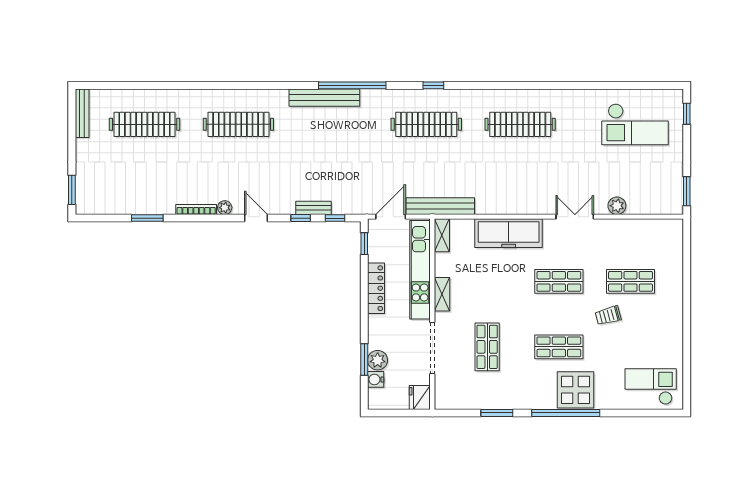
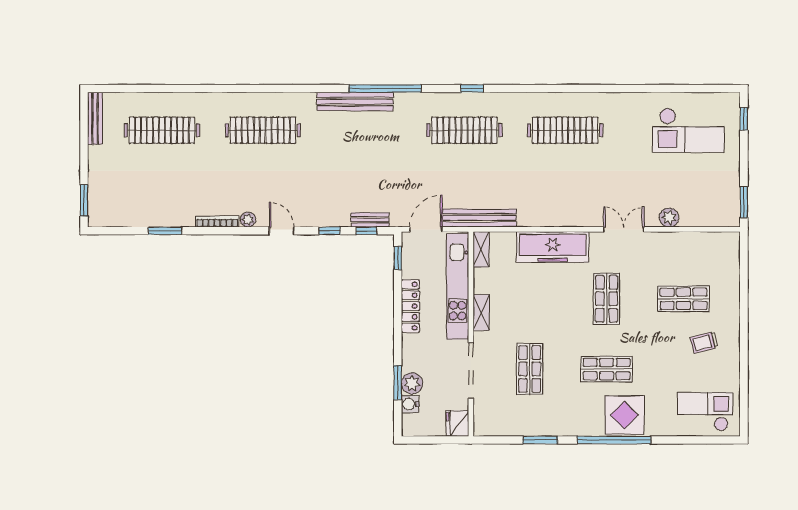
bench: (313, 208) -> (370, 220), moved
shop shelf: (559, 281) -> (607, 299), turned 90
trolley: (608, 315) -> (704, 342), moved

